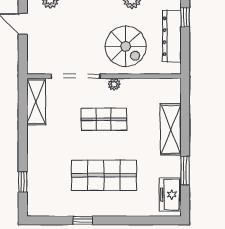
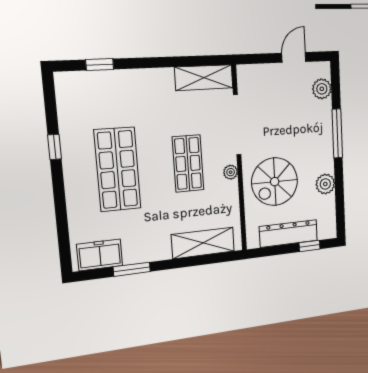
shelving: (171, 129) -> (203, 243), moved

